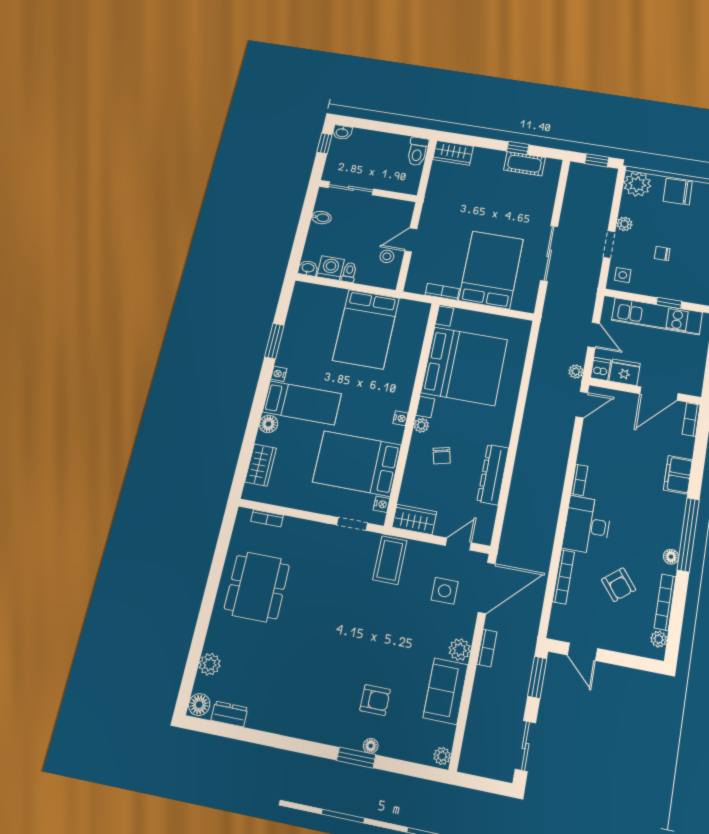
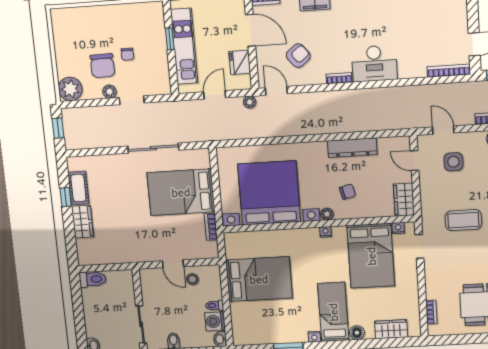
wardrobe: (453, 153) -> (83, 222), moved
chair: (678, 192) -> (102, 66), moved
side table: (623, 275) -> (156, 83), removed
dishwasher: (601, 369) -> (242, 82), removed
coffee table: (390, 560) -> (463, 220), moved
bookcase: (563, 577) -> (449, 71), moved
armchair: (619, 585) -> (298, 56), moved
door: (487, 588) -> (443, 130), width x0.53

